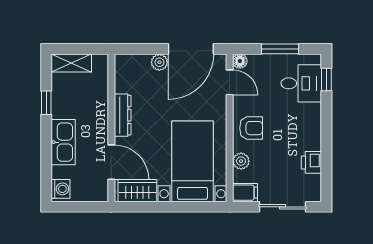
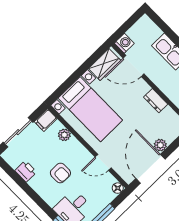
door: (230, 82) -> (103, 162), moved
dresser: (123, 115) -> (156, 101), width x0.70
armchair: (251, 128) -> (60, 173), moved, turned -90
washing machine: (61, 189) -> (124, 43), moved, turned 180

